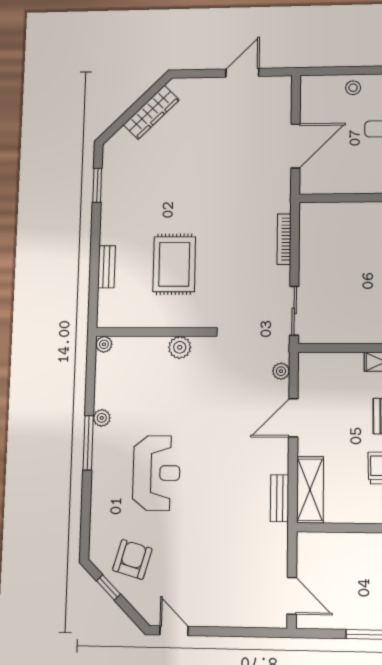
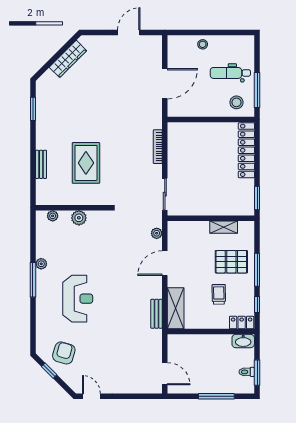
plant: (104, 344) -> (53, 216), moved
plant: (180, 347) -> (79, 218), moved

